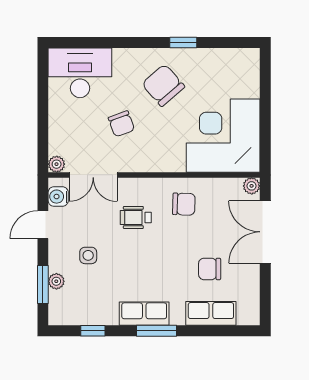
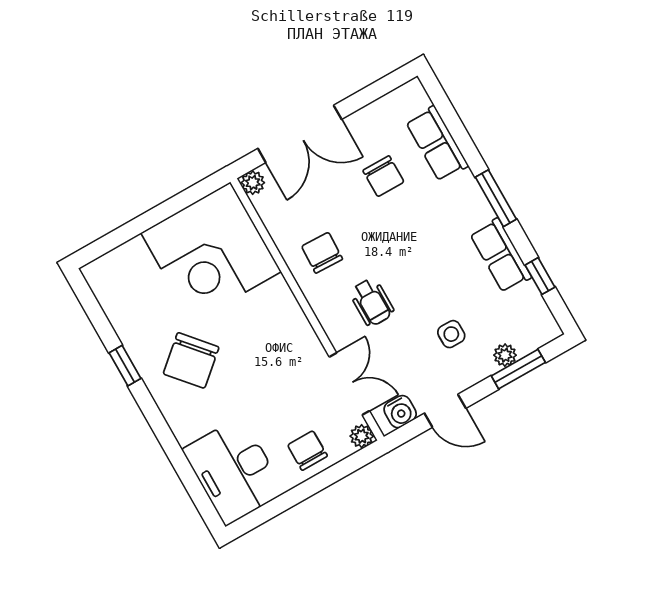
chair: (121, 124) -> (307, 451), moved, turned -70
row of seats: (144, 314) -> (501, 255), moved

